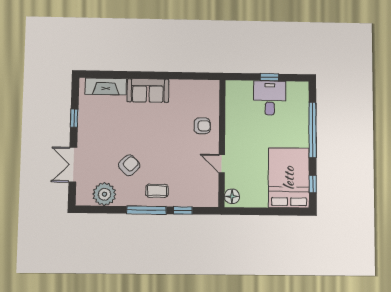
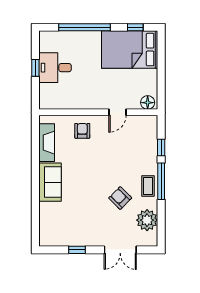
fireplace: (106, 86) -> (47, 143), moved
coffee table: (157, 191) -> (148, 186), moved

